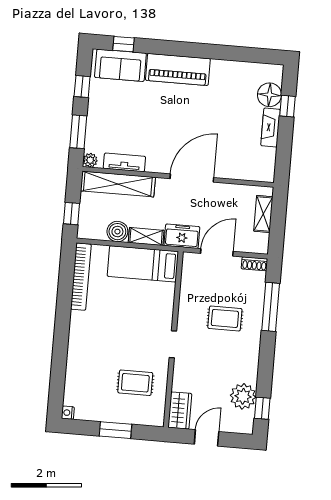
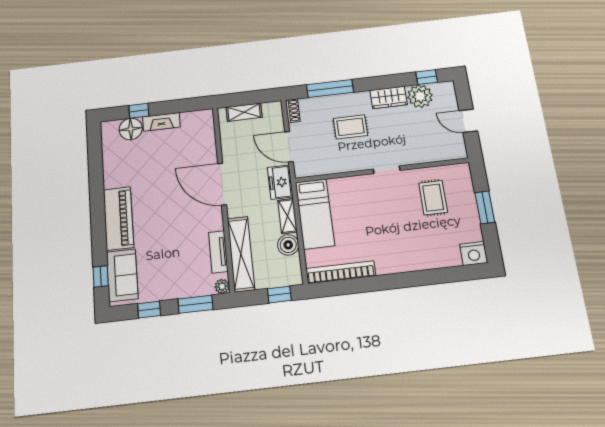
rug: (225, 318) -> (350, 127), turned 90
wardrobe: (180, 410) -> (389, 97), moved, turned 180
nightstand: (68, 413) -> (474, 253), width x1.89, depth x1.79

